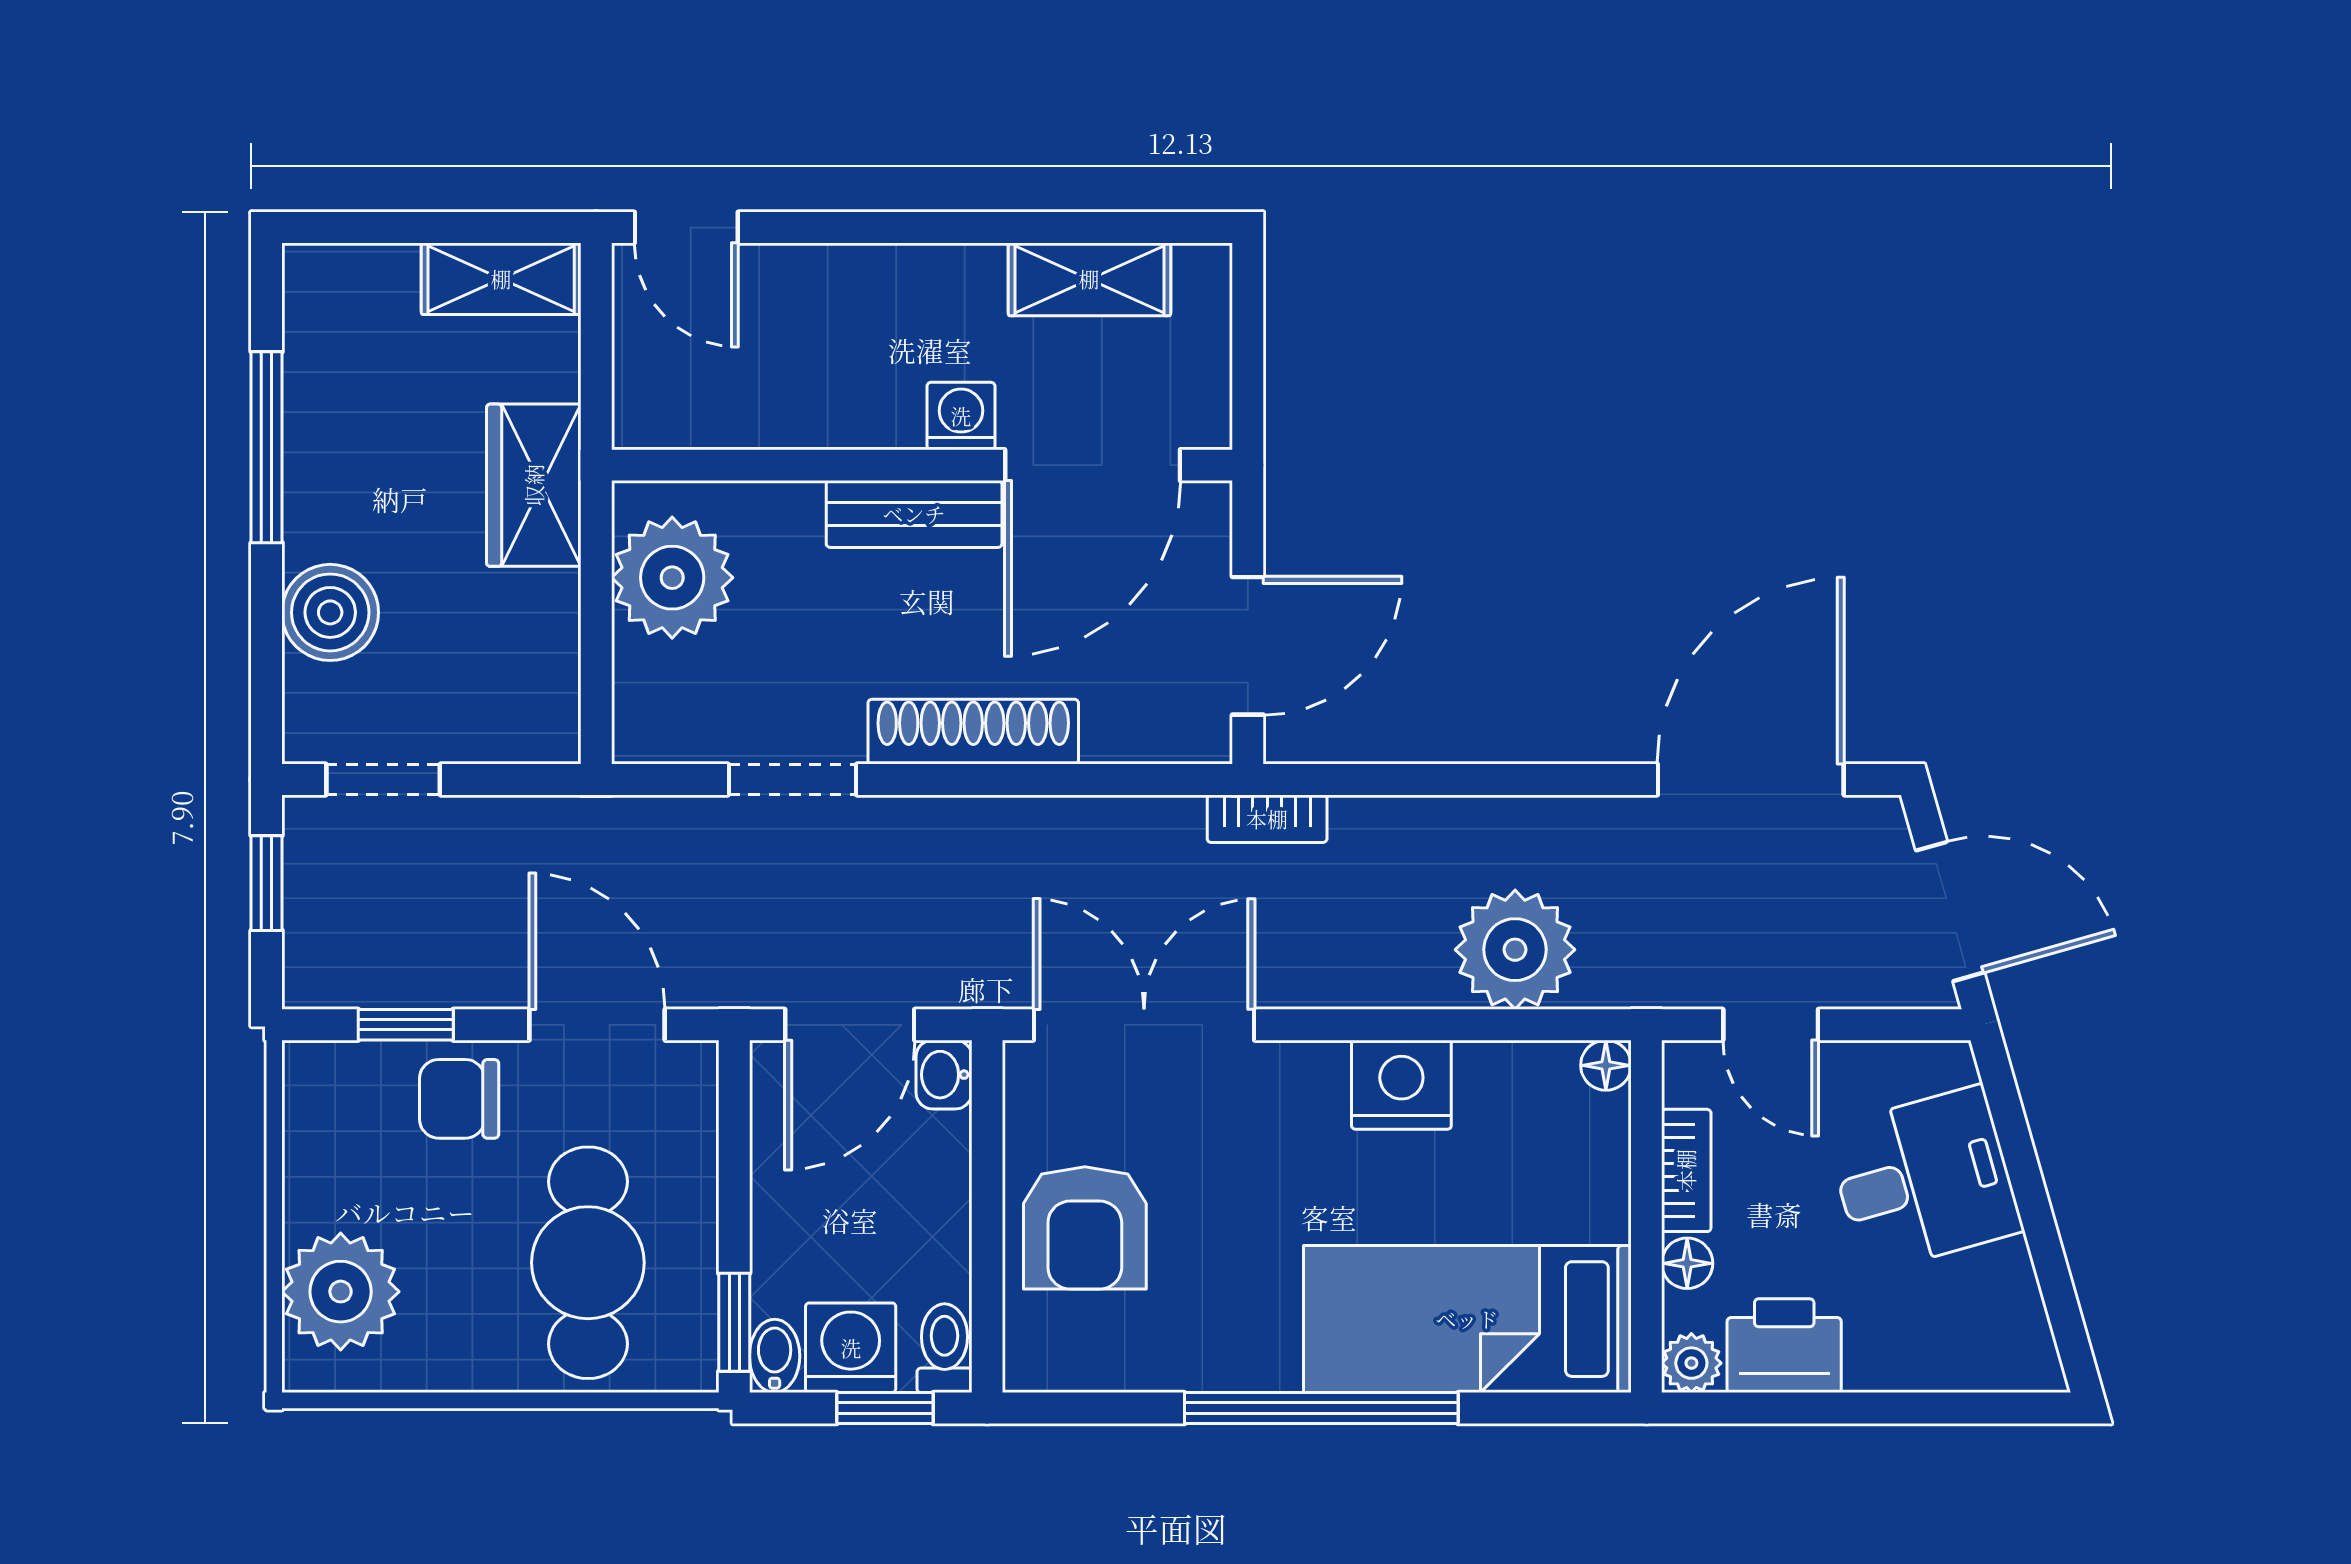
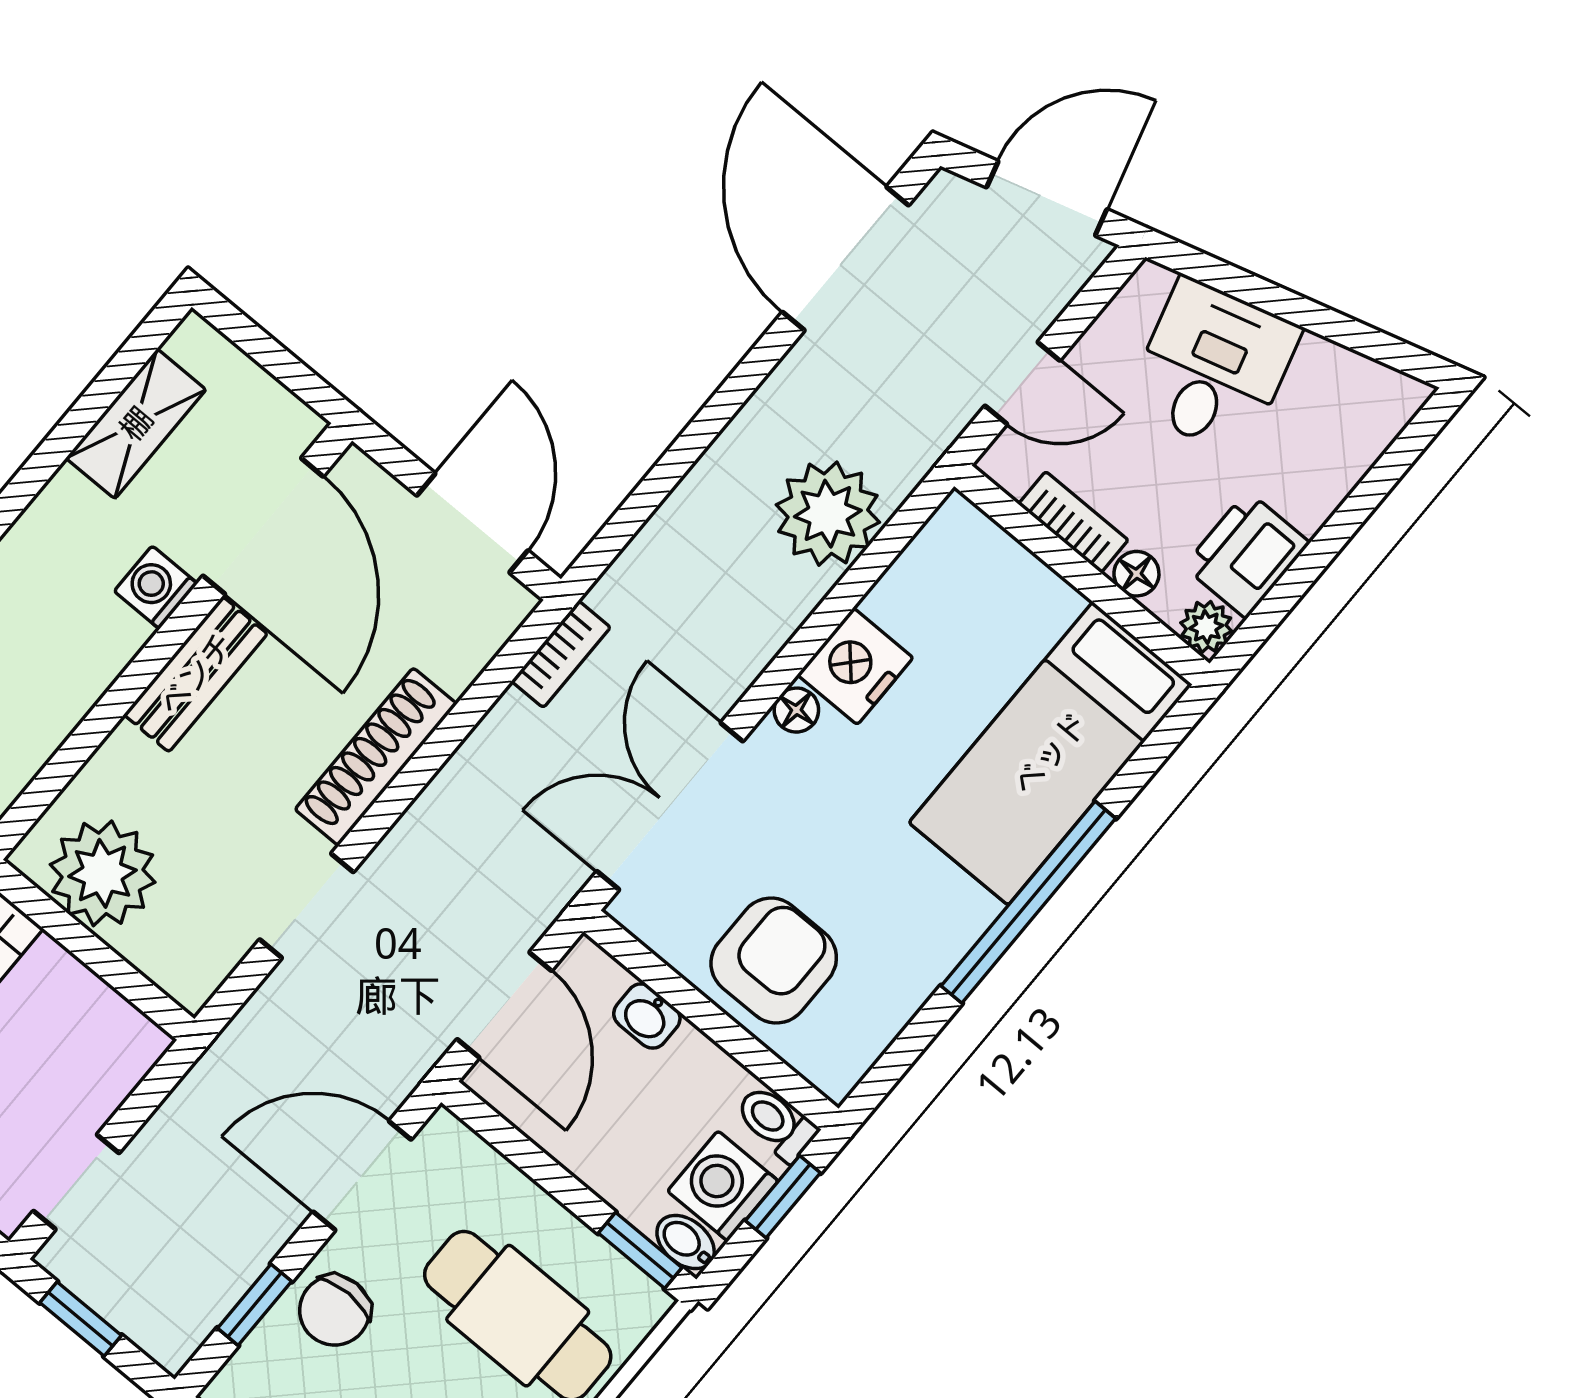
bookcase: (1267, 819) -> (561, 654), moved
floor lamp: (1606, 1065) -> (796, 710), moved
washbasin: (944, 1075) -> (647, 1016), moved
armchair: (1085, 1228) -> (774, 961), turned -90

